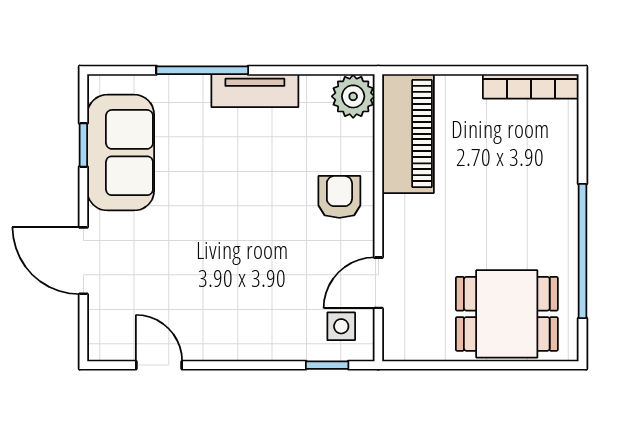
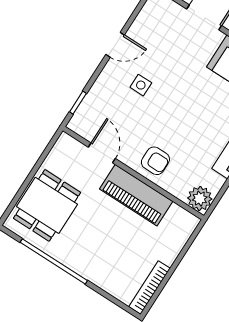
piano: (408, 134) -> (136, 195), moved
side table: (341, 326) -> (141, 85), moved
door: (159, 365) -> (115, 45), moved

